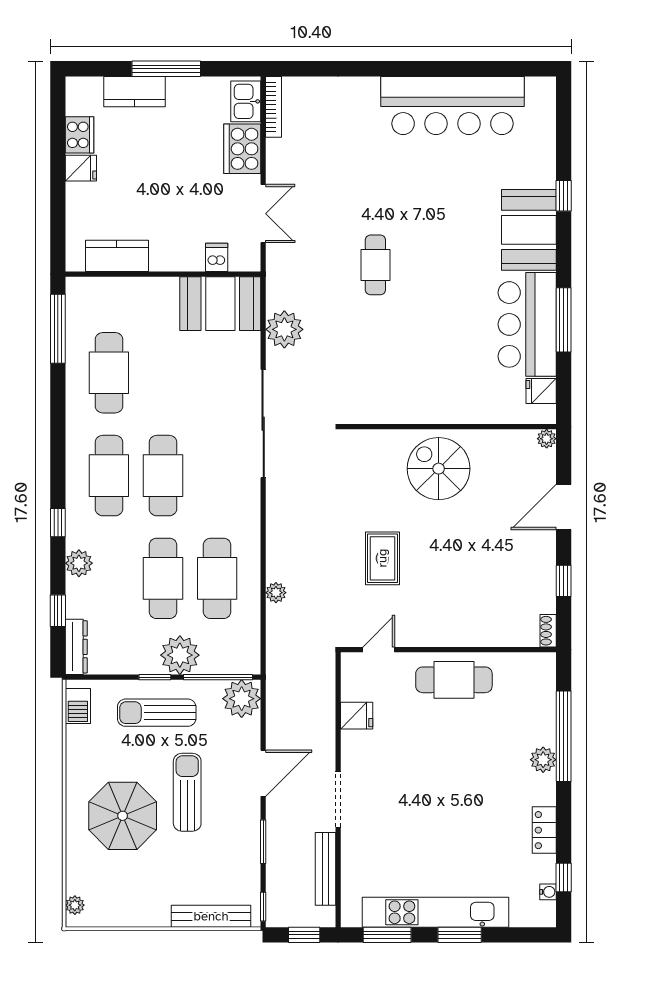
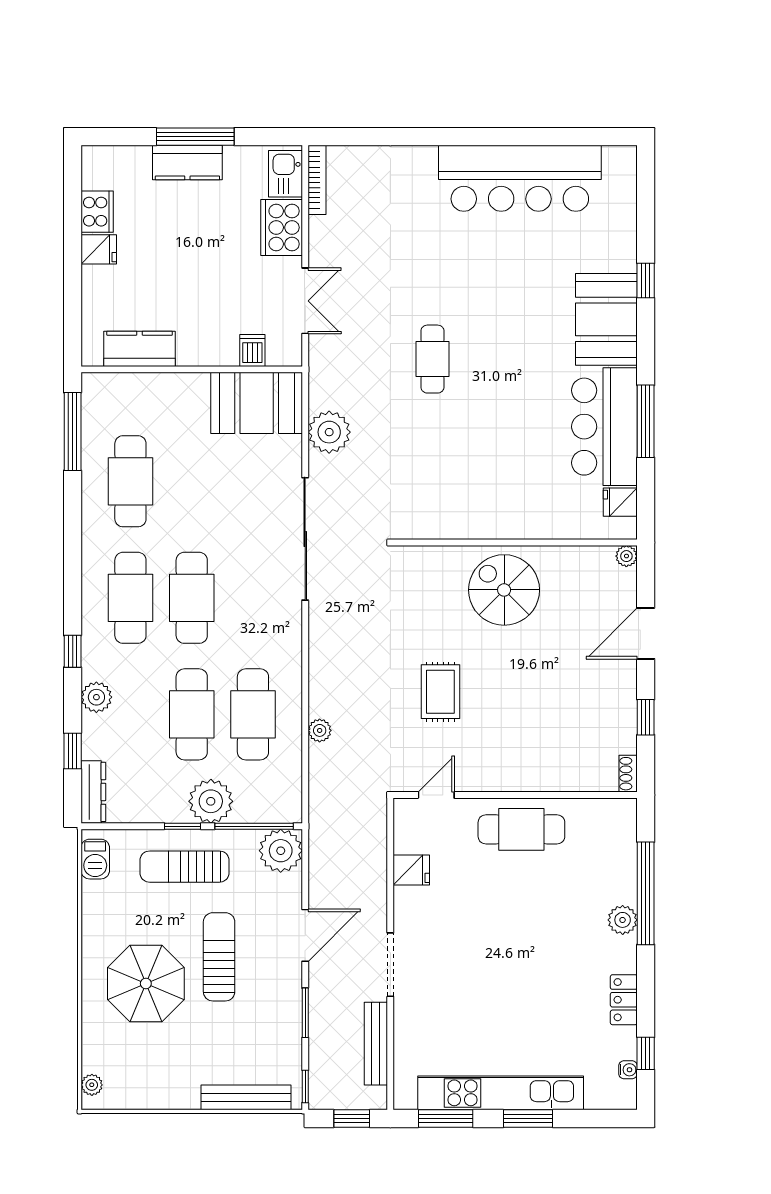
kitchen counter: (135, 92) -> (187, 163), moved

